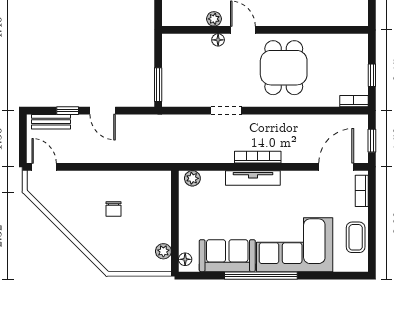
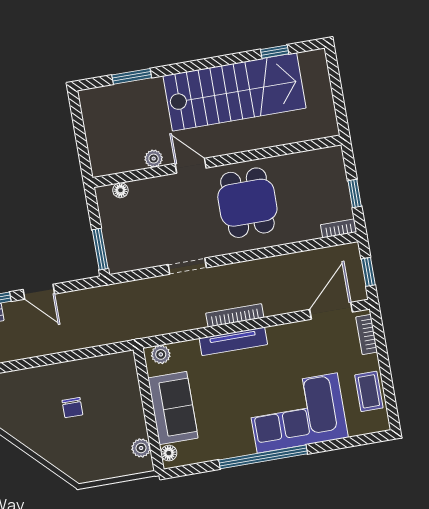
floor lamp: (218, 40) -> (120, 190), moved
sofa: (227, 256) -> (173, 408), moved, turned 90

